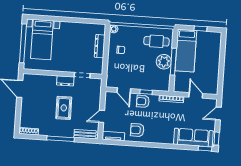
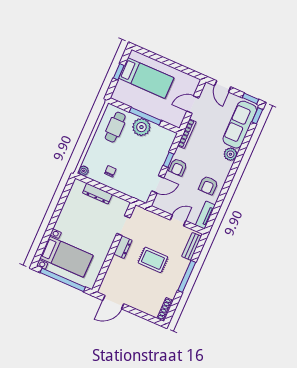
bed: (186, 51) -> (146, 78), moved
door: (102, 116) -> (178, 220), swing flipped
plant: (168, 139) -> (230, 154), added

